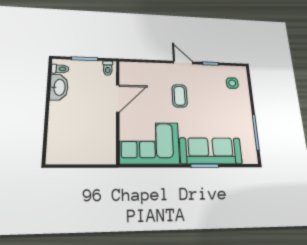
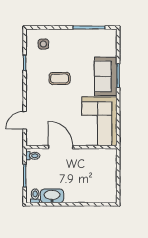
door: (183, 63) -> (25, 120), moved
coffee table: (180, 96) -> (60, 78), moved
sofa: (211, 151) -> (106, 76), width x0.73

